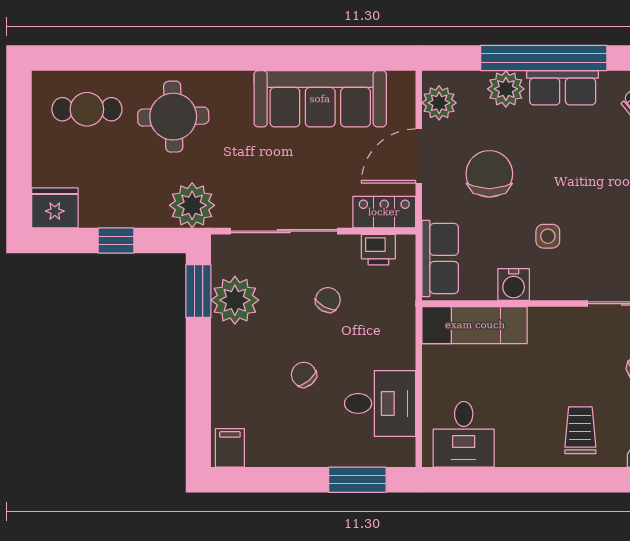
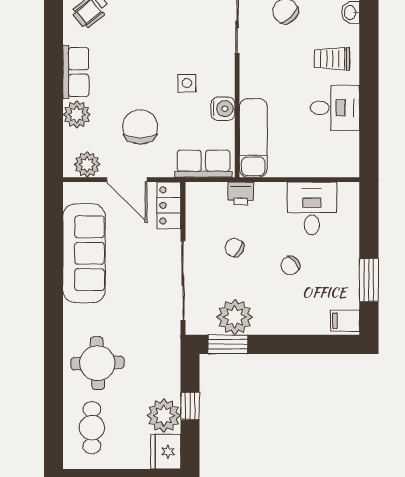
window: (544, 58) -> (54, 86), removed
chair: (489, 174) -> (140, 127), turned 90
plant: (192, 205) -> (164, 416), moved
printer: (378, 250) -> (241, 193), moved, turned 90
desk: (464, 434) -> (335, 108), moved
window: (357, 480) -> (369, 280), moved

